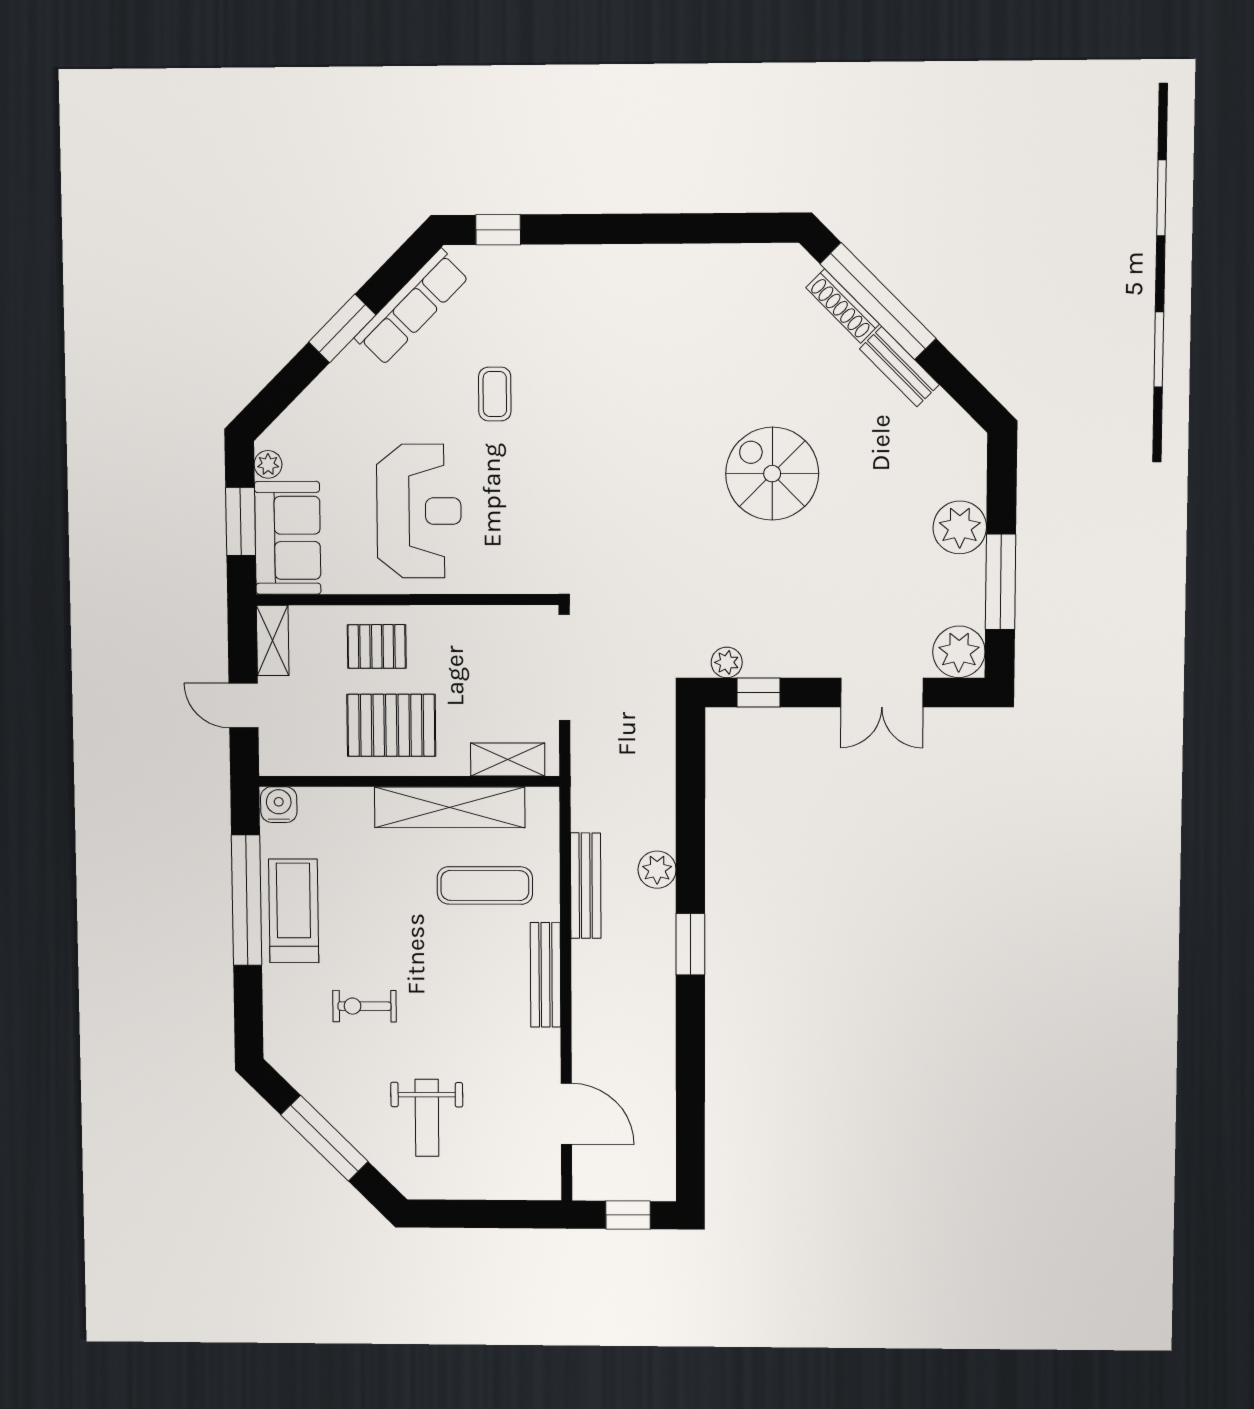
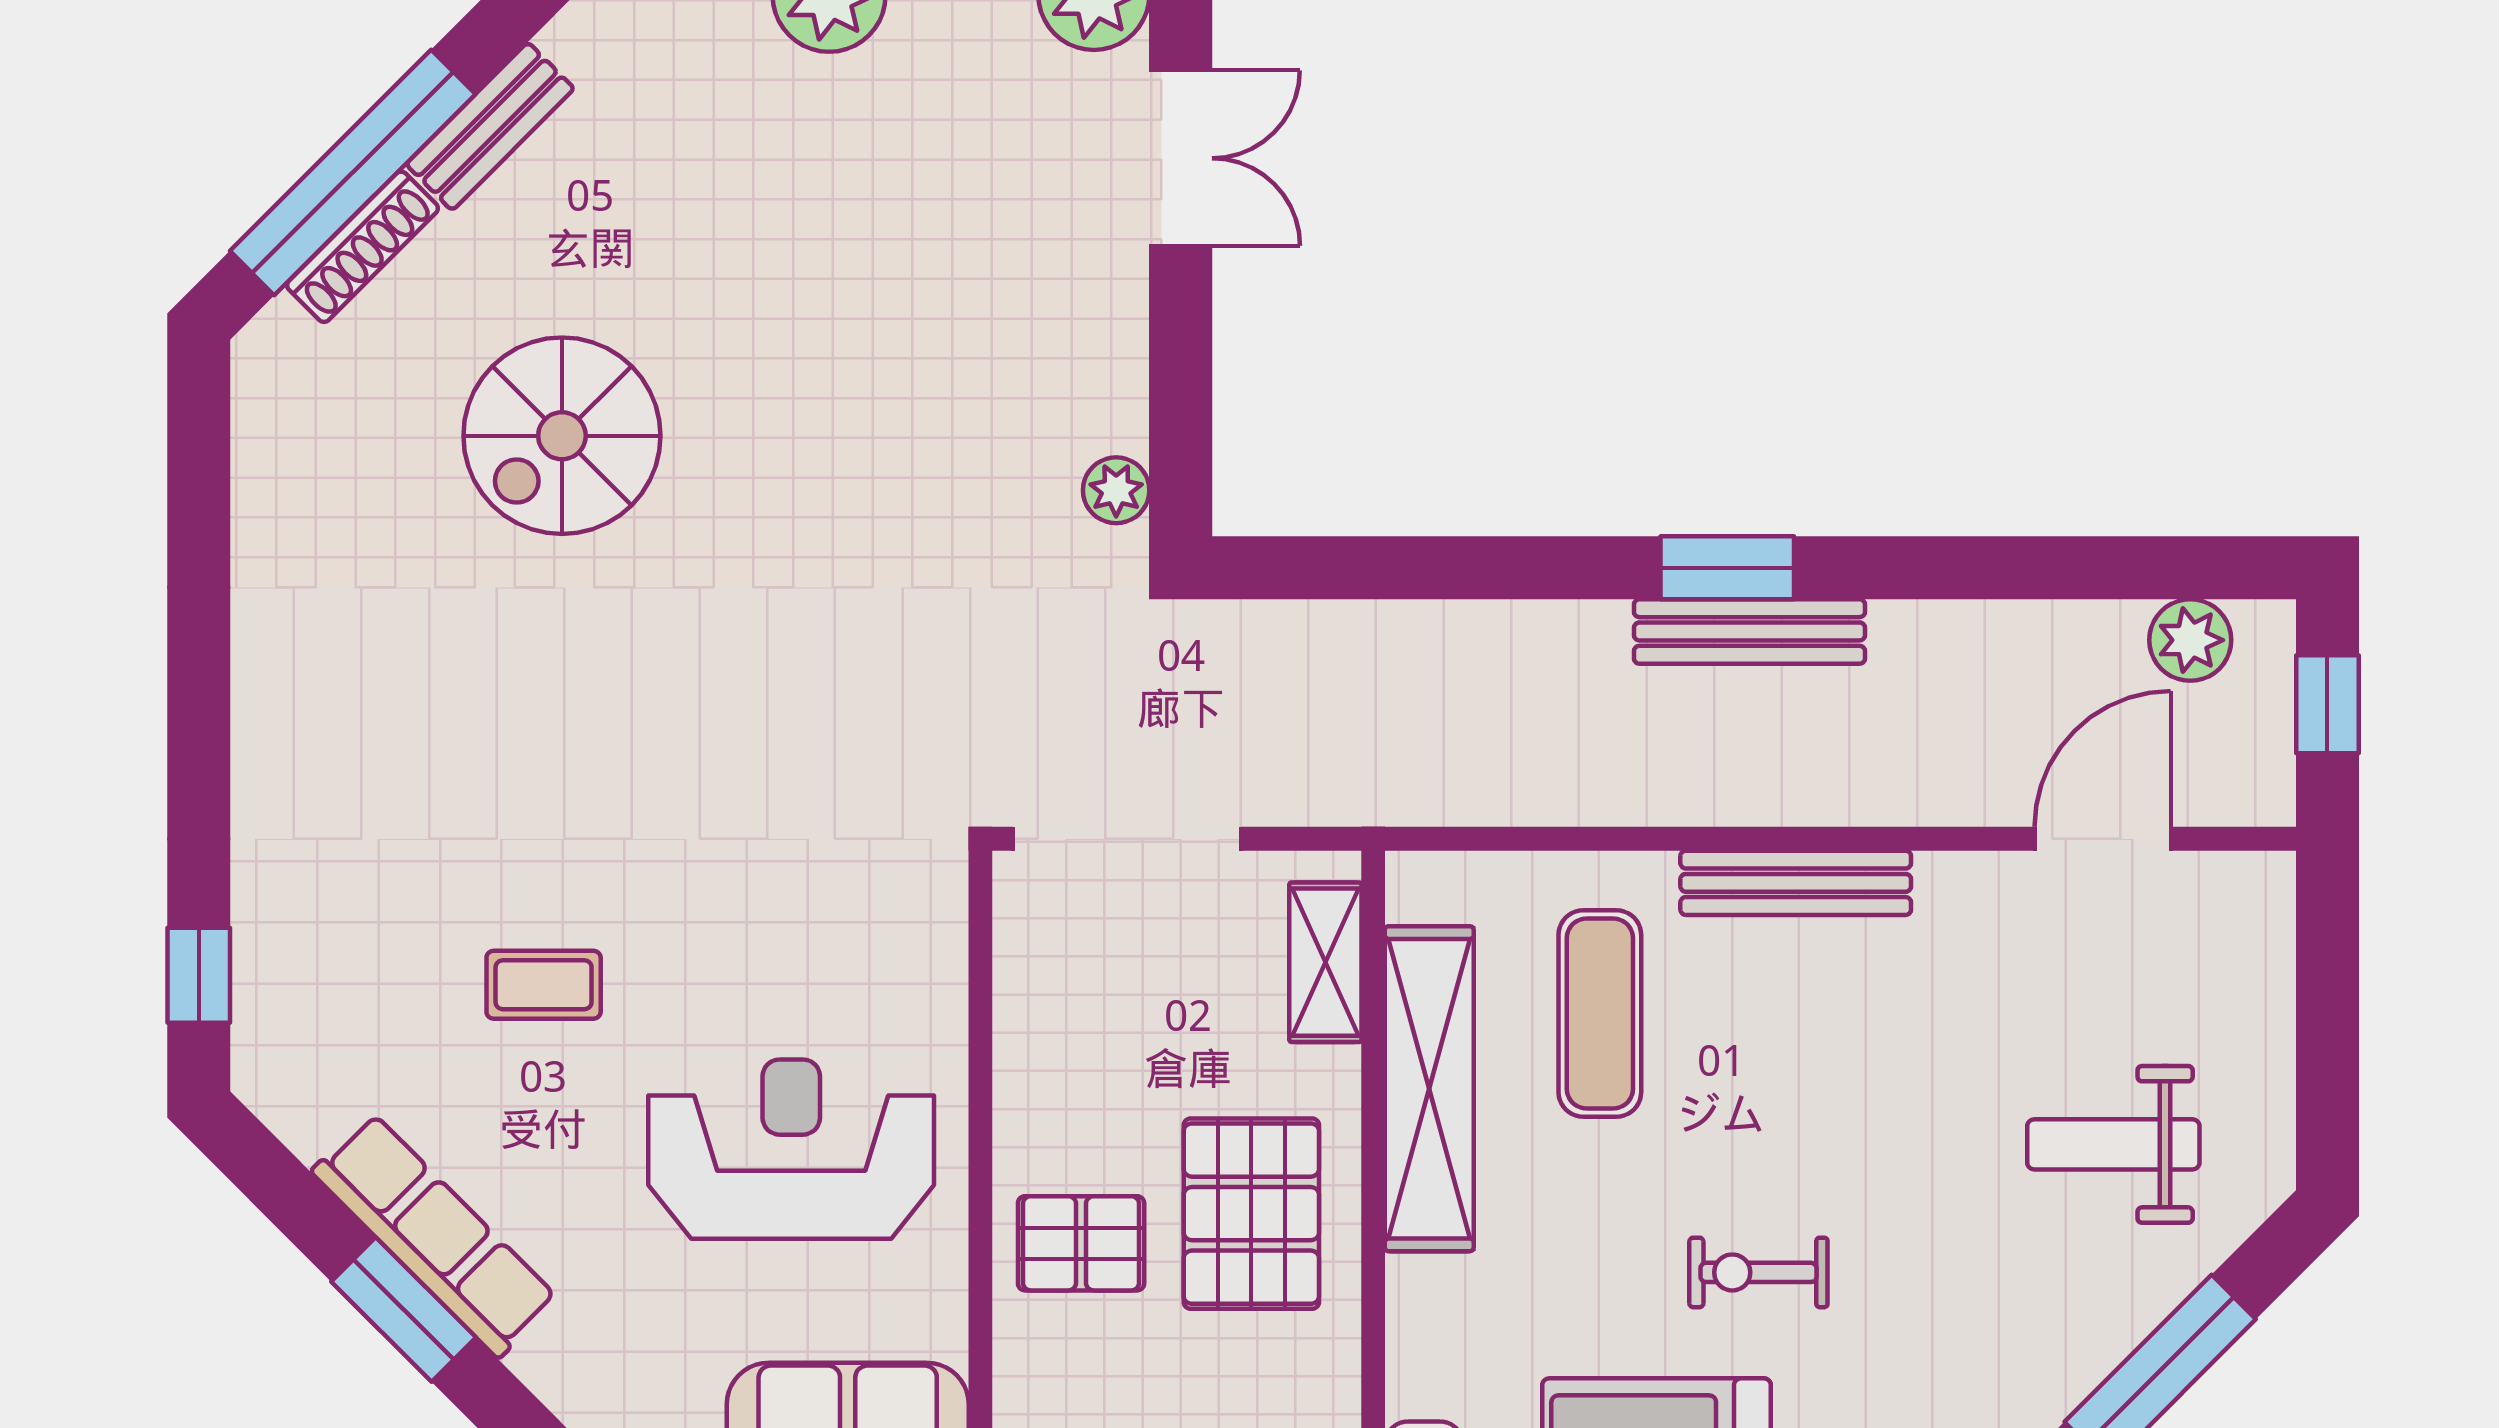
row of seats: (412, 307) -> (435, 1235), moved
spiral stairs: (772, 474) -> (562, 436), moved
pallet: (377, 646) -> (1081, 1243), turned 90
window: (758, 692) -> (1181, 422), removed
plant: (657, 870) -> (2190, 640), moved
bench: (586, 886) -> (1749, 631), moved
exercise bike: (364, 1006) -> (1758, 1272), moved, turned 90
weight bench: (427, 1118) -> (2113, 1144), turned 180

